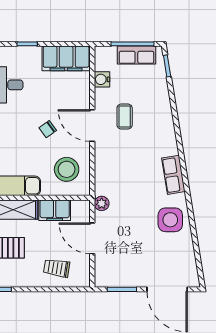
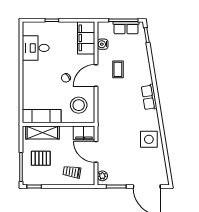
filing cabinet: (66, 58) -> (86, 38), moved, turned 90
door: (92, 126) -> (96, 75), hinge flipped
row of seats: (173, 175) -> (149, 97), moved
plant: (102, 203) -> (102, 176), moved
filing cabinet: (55, 210) -> (84, 133), moved

